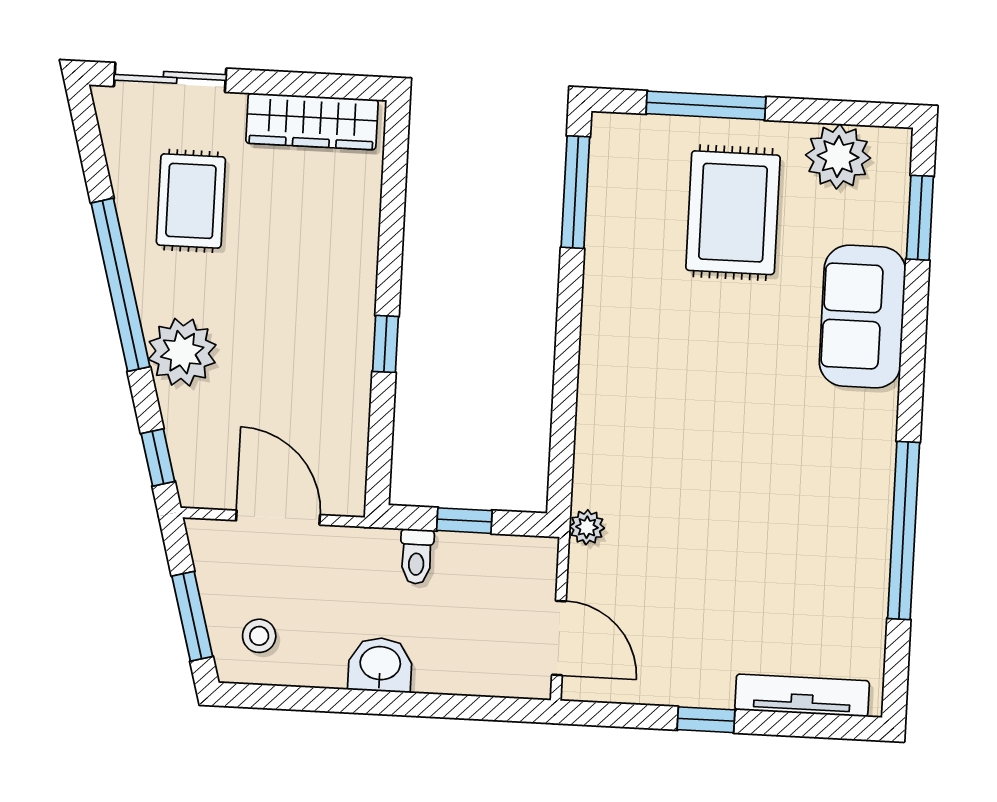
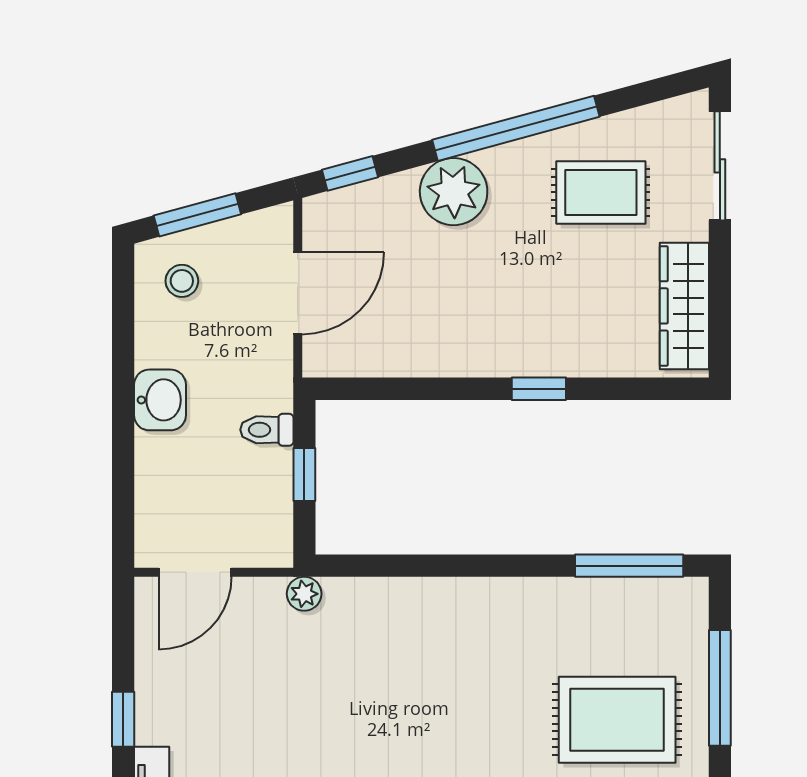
window: (385, 344) -> (539, 389), moved

